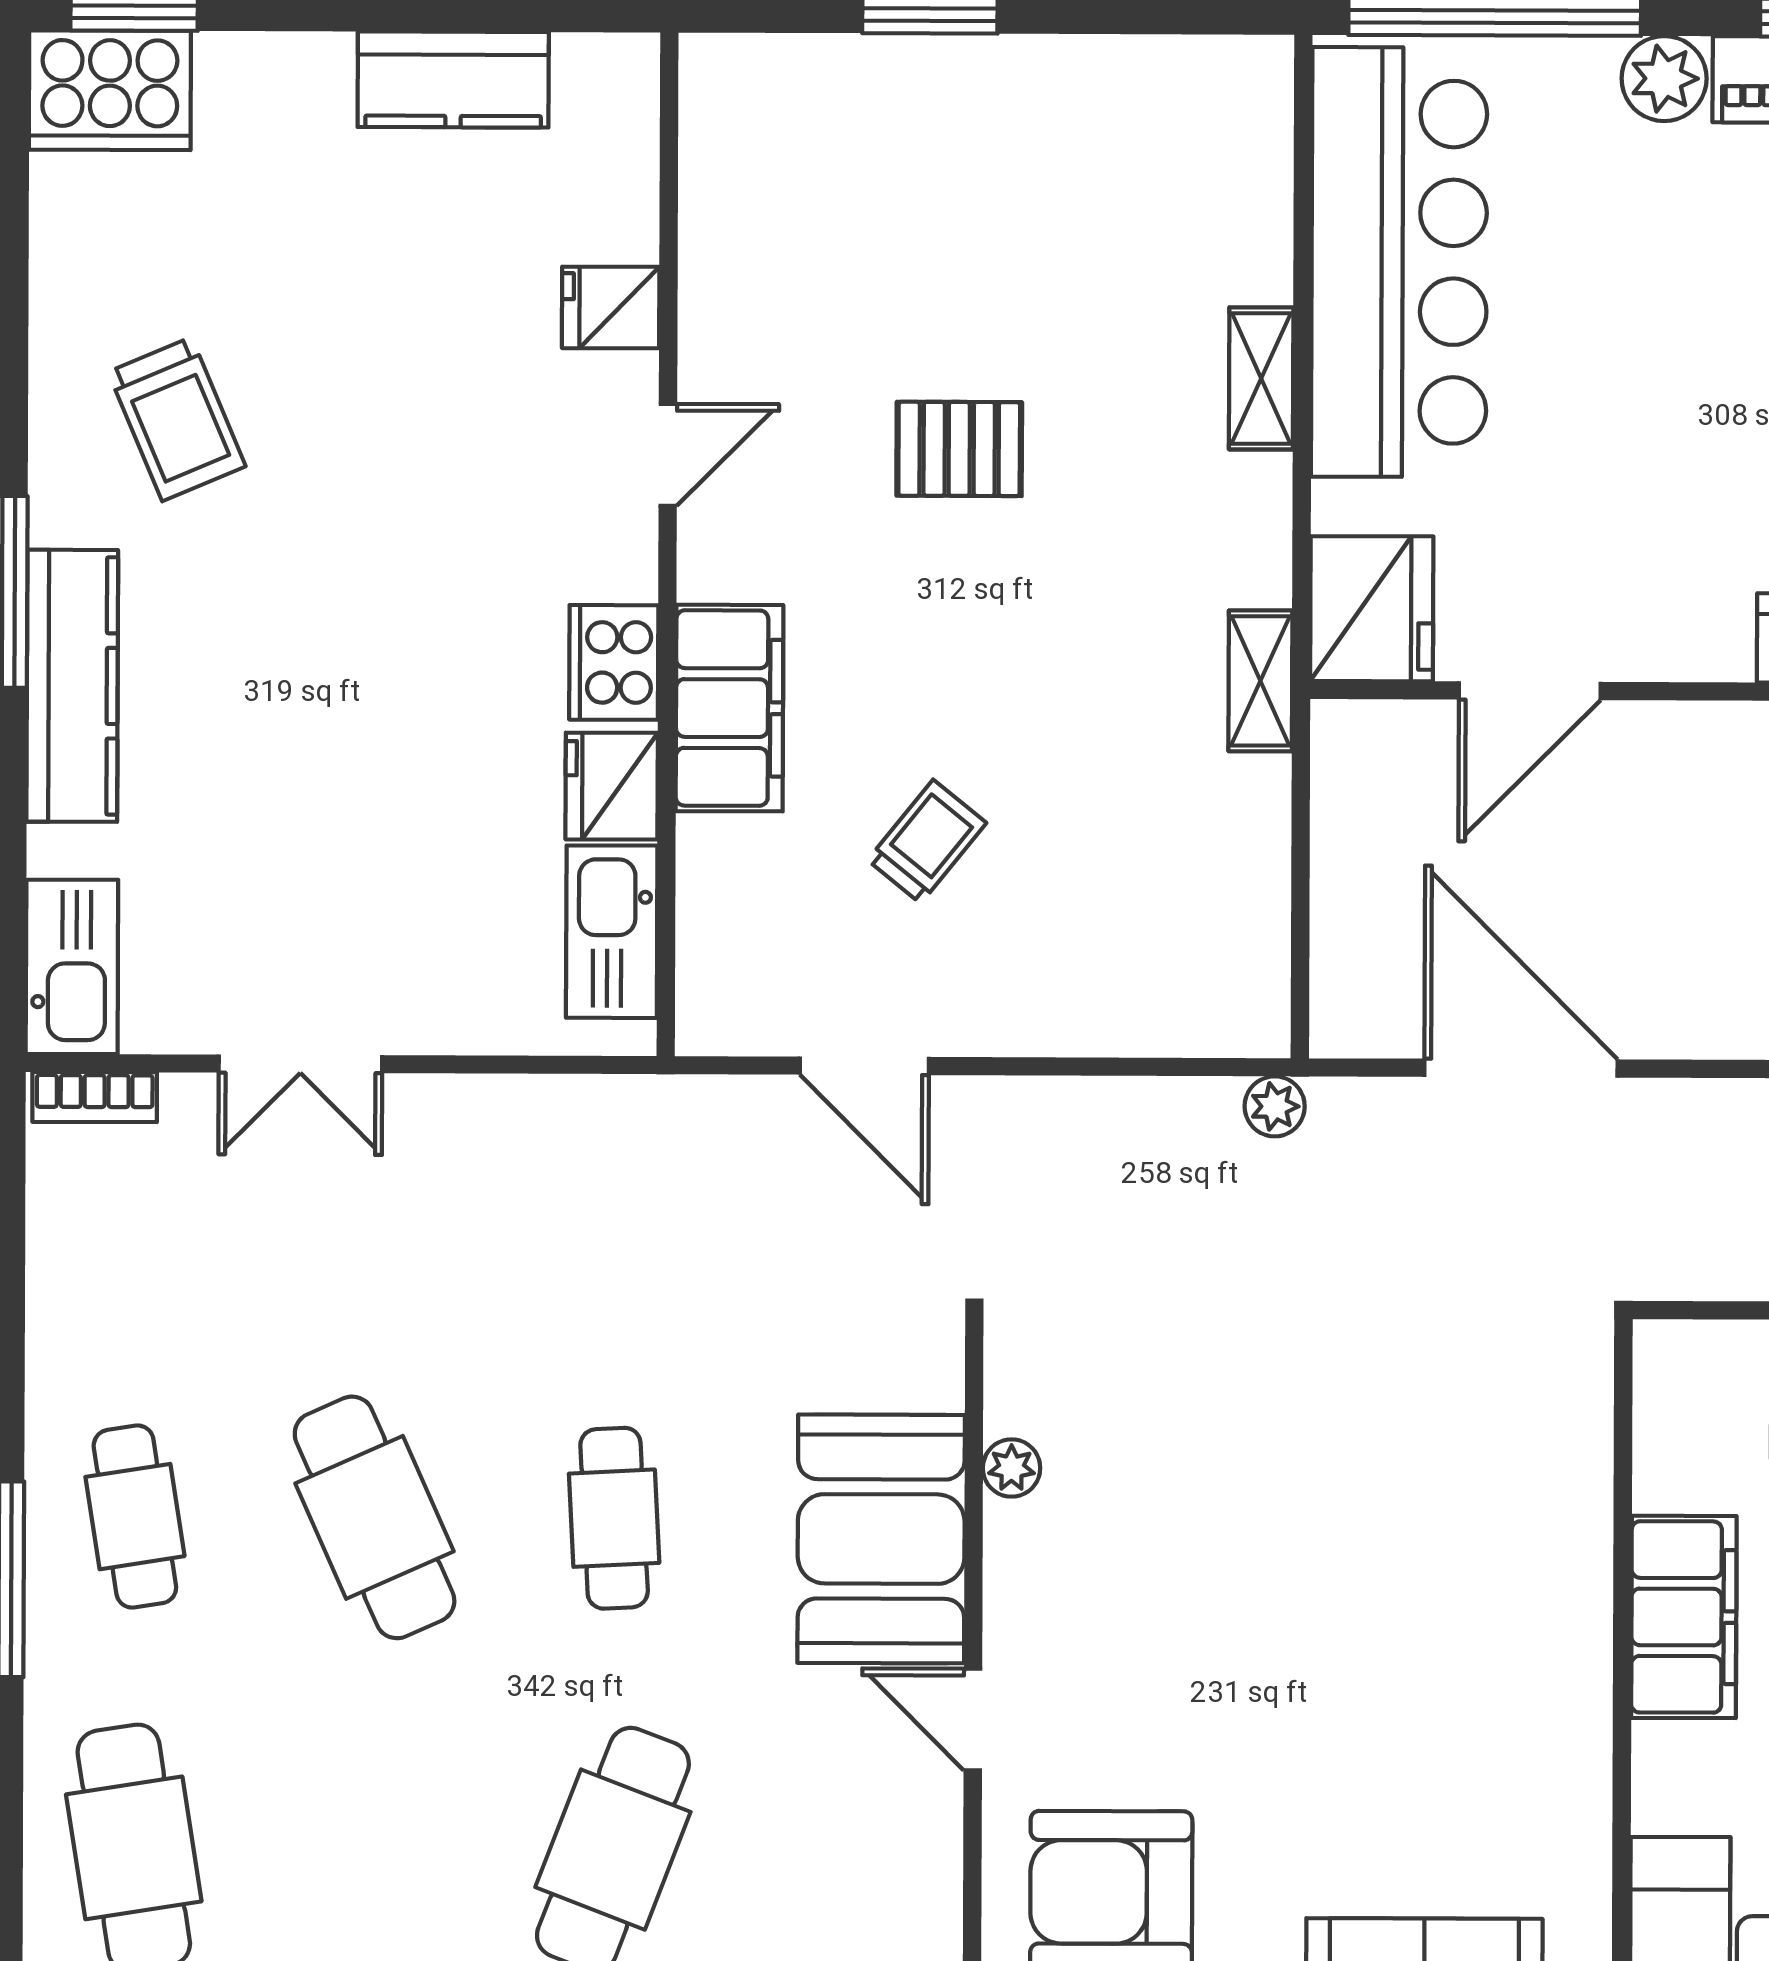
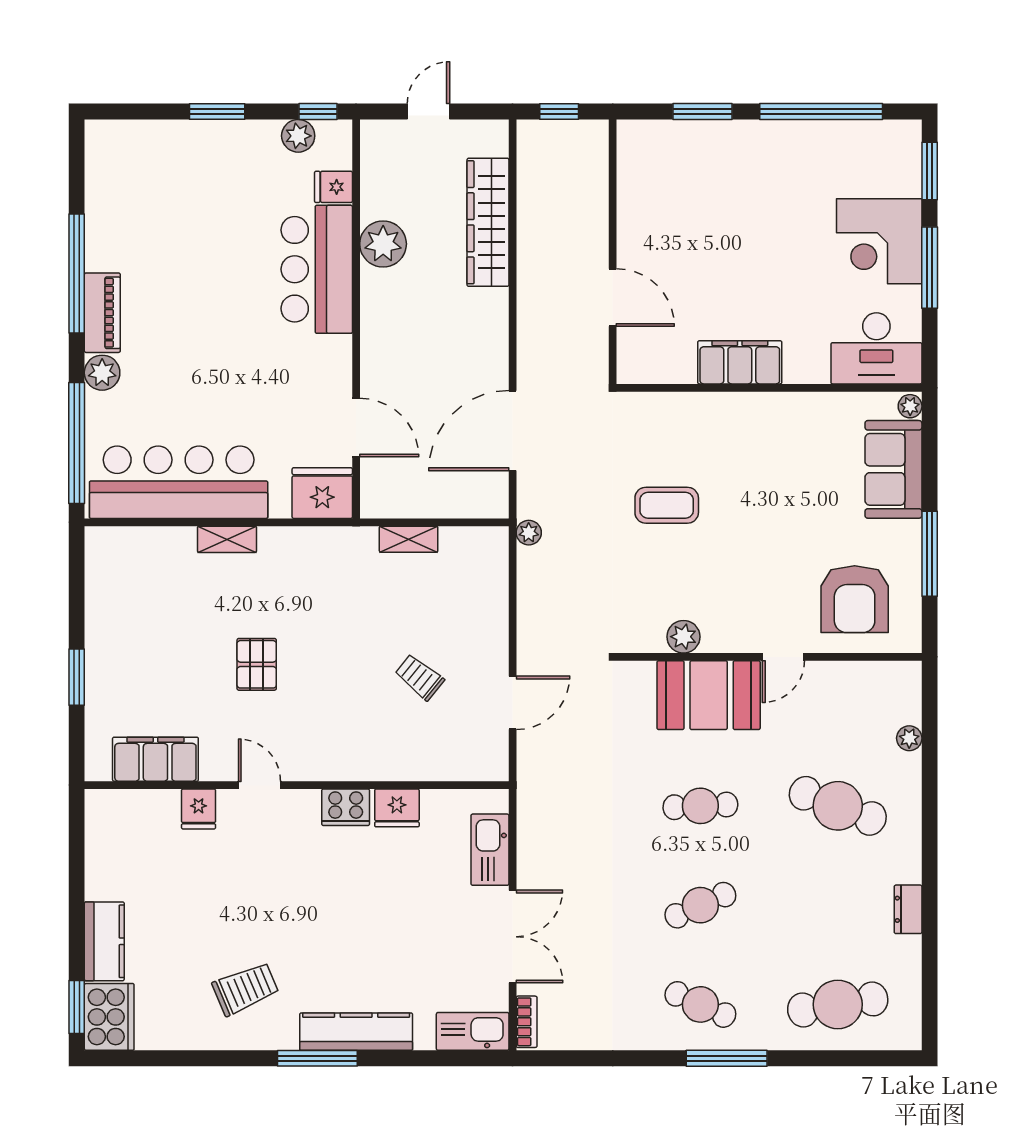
kitchen counter: (453, 80) -> (104, 941), moved
shelving: (1260, 681) -> (409, 539), moved
filing cabinet: (730, 708) -> (155, 759), moved
kitchen sink: (612, 932) -> (490, 850), moved, turned 90
double door: (300, 1064) -> (513, 937), width x1.37
coffee table: (1340, 1439) -> (667, 505), added
plant: (1012, 1468) -> (683, 637), width x1.38, depth x1.38
cafe table: (135, 1517) -> (700, 1004), turned 33
cafe table: (375, 1517) -> (700, 905), width x0.73, depth x0.74

